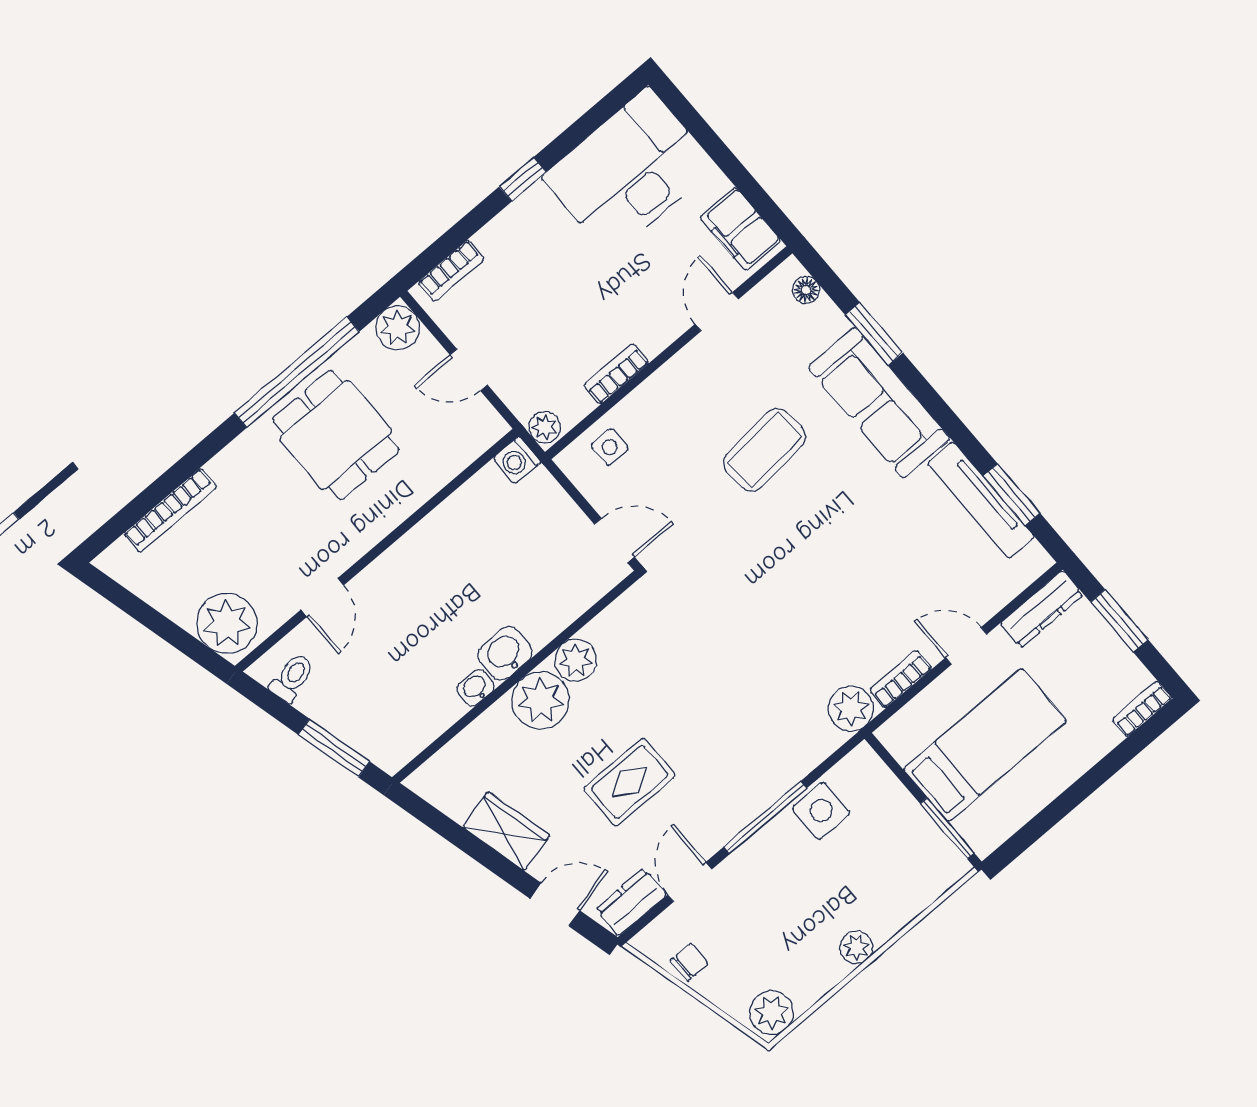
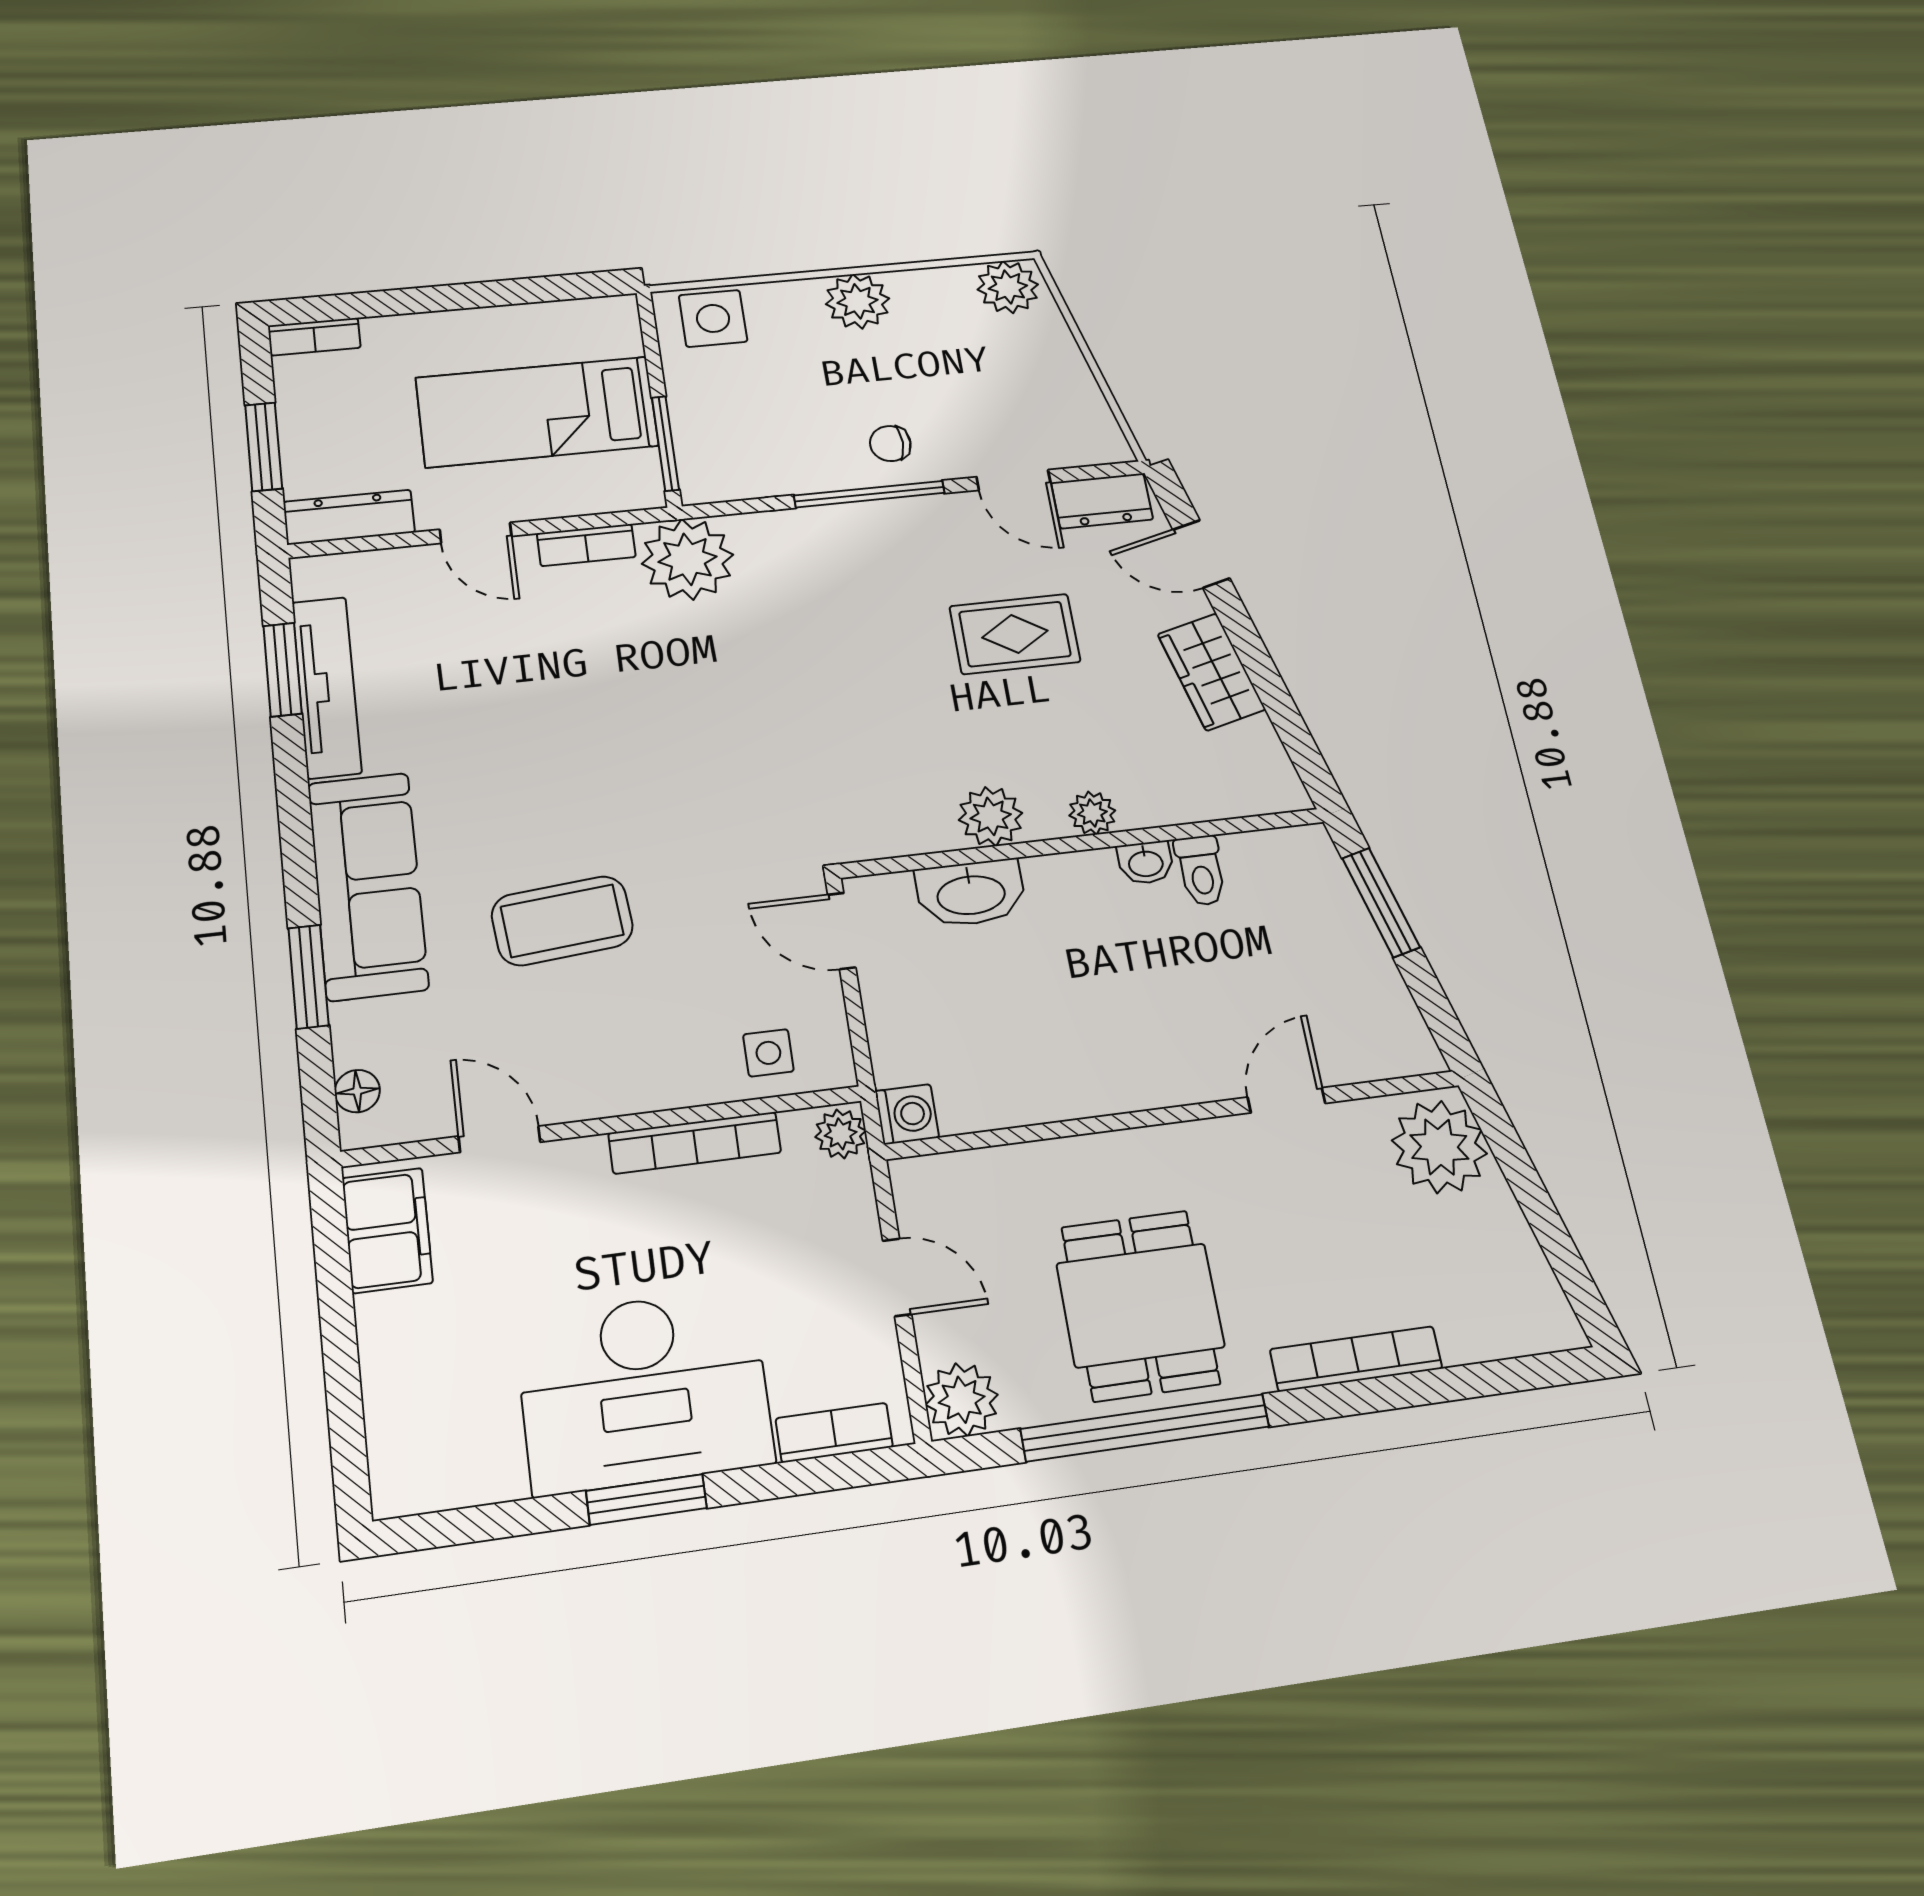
desk: (629, 172) -> (644, 1390), moved
window: (523, 179) -> (646, 1499), width x1.50
door: (717, 312) -> (499, 1139), swing flipped
bookcase: (616, 374) -> (695, 1143), width x1.56
bookcase: (170, 510) -> (1356, 1359), moved
washbasin: (505, 654) -> (971, 893), moved, width x1.38
toilet: (292, 678) -> (1201, 871), moved, turned -76
plant: (541, 700) -> (1092, 813), width x0.53, depth x0.53
plant: (851, 709) -> (688, 559), width x1.36, depth x1.36
side table: (821, 811) -> (713, 318), moved
window: (947, 828) -> (665, 443), moved
door: (690, 882) -> (1014, 480), hinge flipped
plant: (856, 947) -> (857, 301), width x1.38, depth x1.38
chair: (689, 962) -> (890, 444), moved

